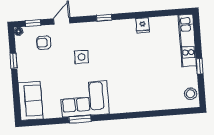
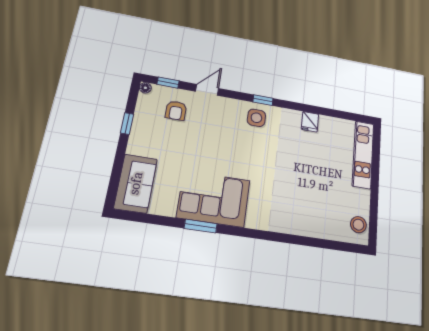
armchair: (44, 43) -> (176, 111), turned -90
side table: (81, 57) -> (256, 118), moved
window: (200, 66) -> (374, 191), removed

